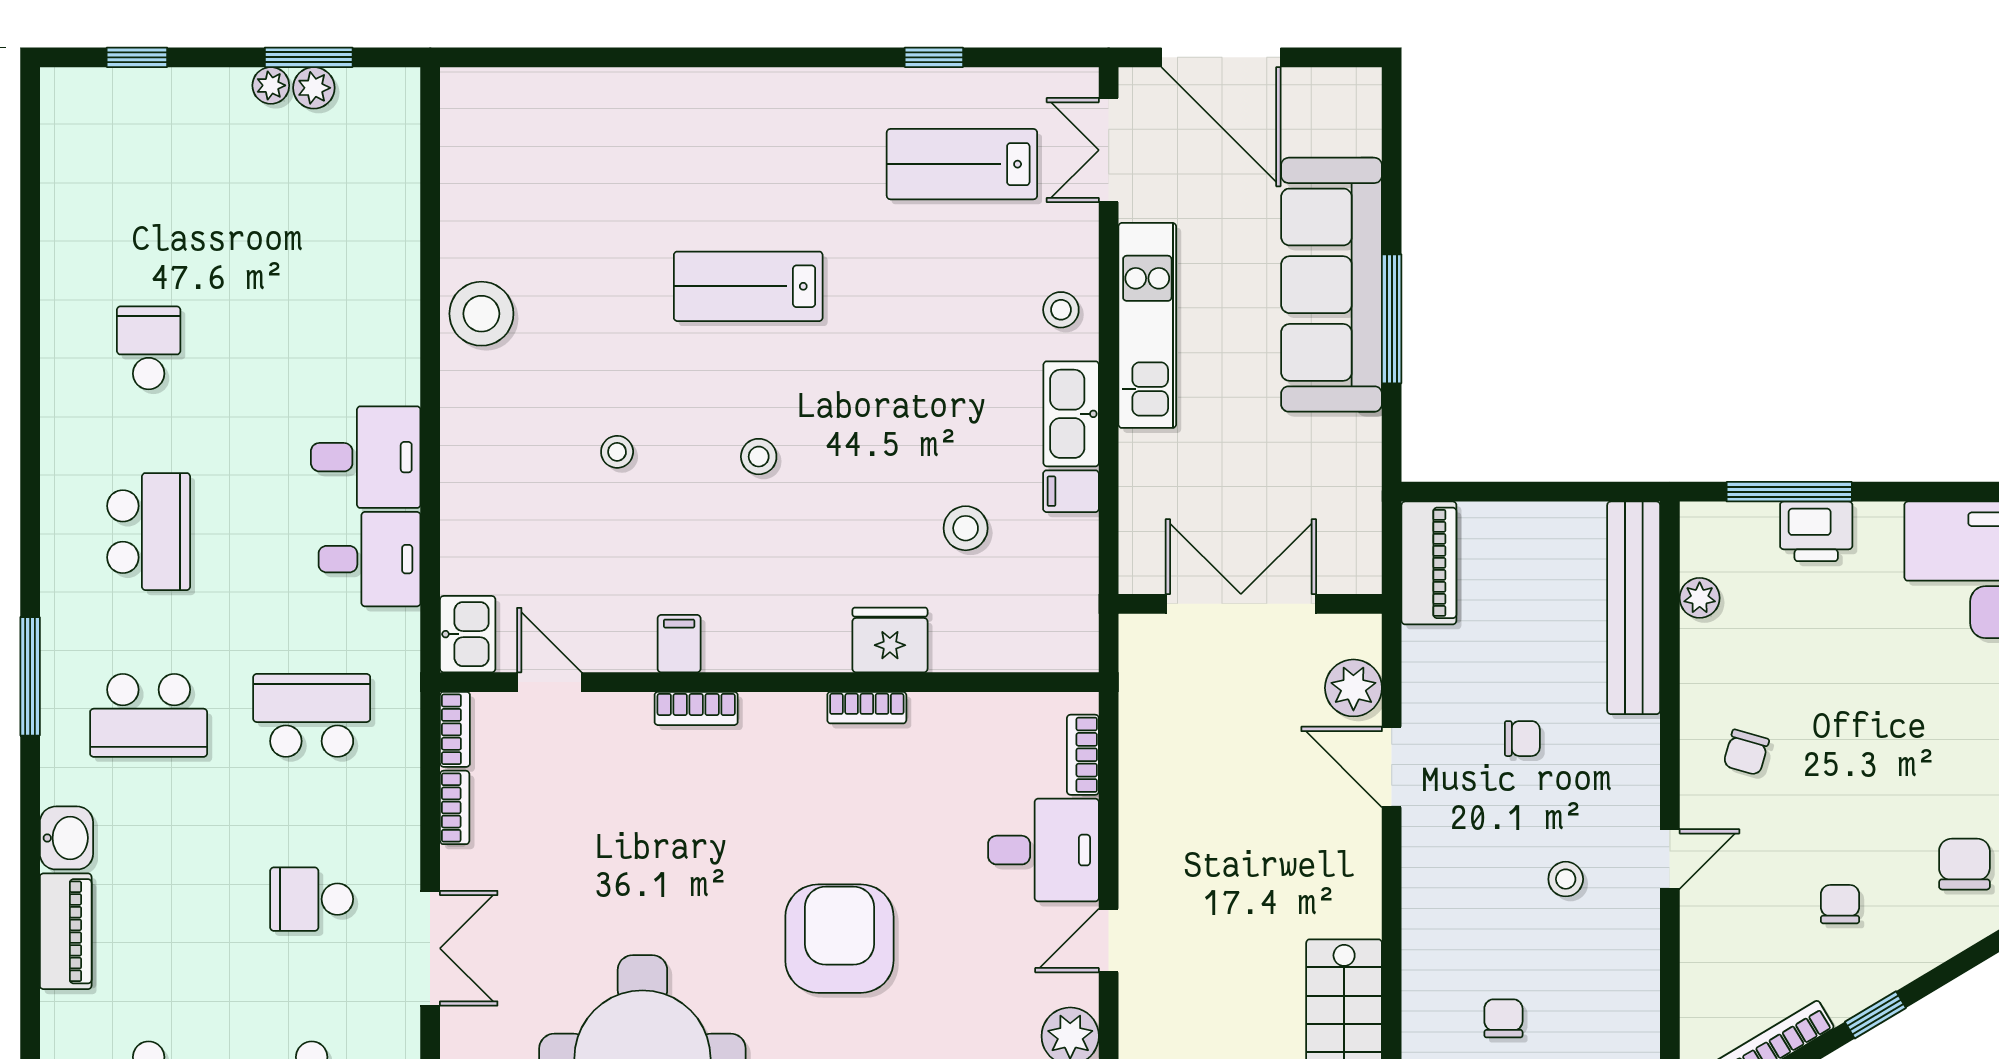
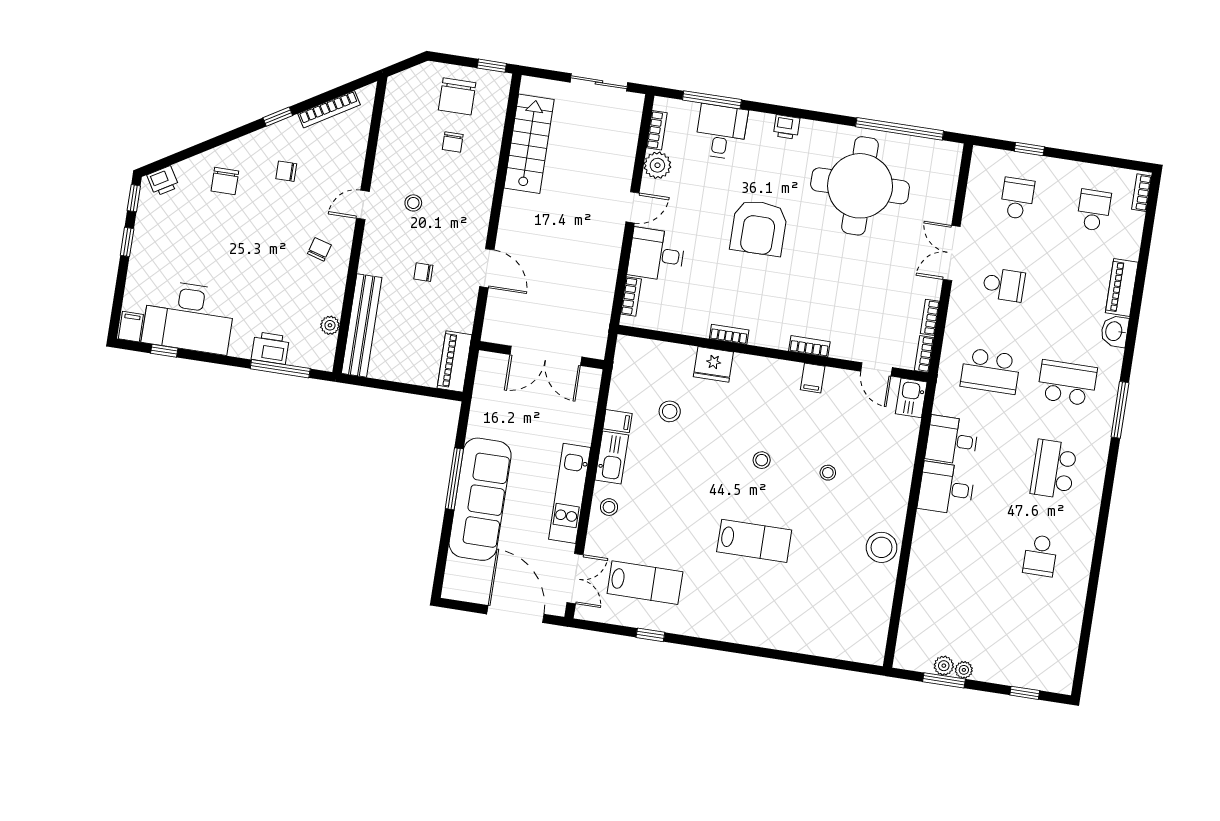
plant: (1353, 688) -> (499, 308), removed
chair: (1840, 904) -> (286, 171), turned 90

